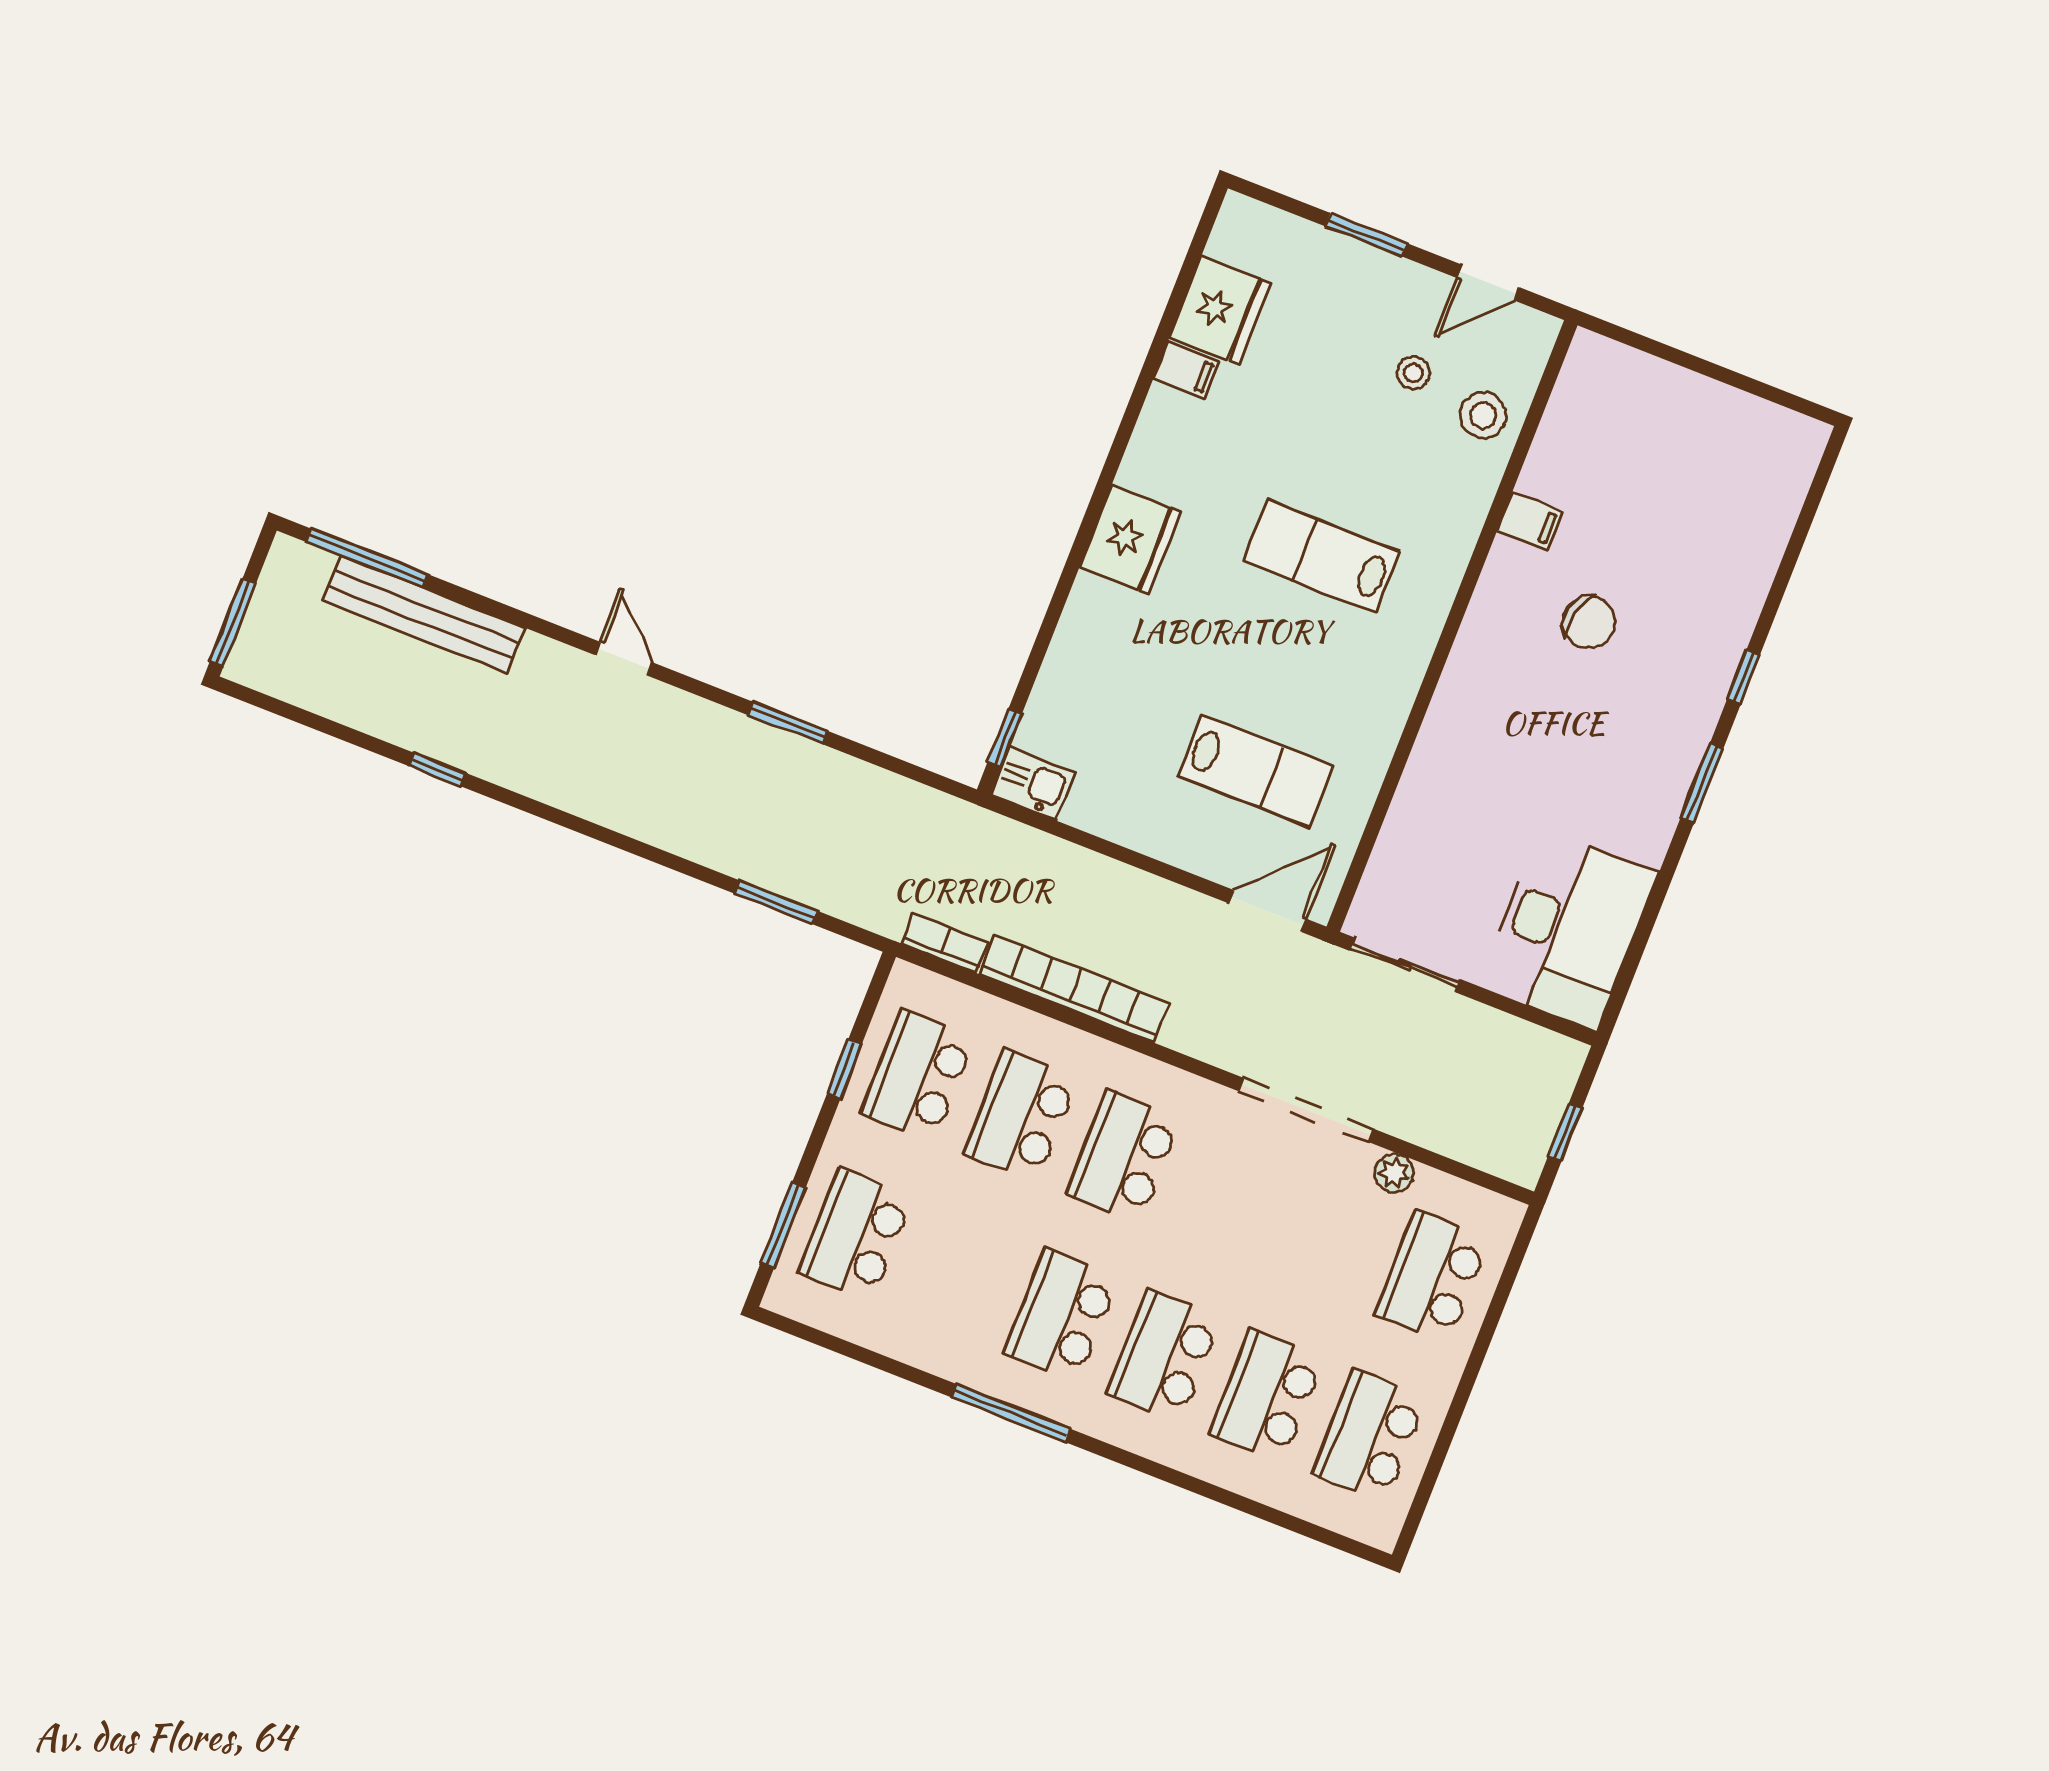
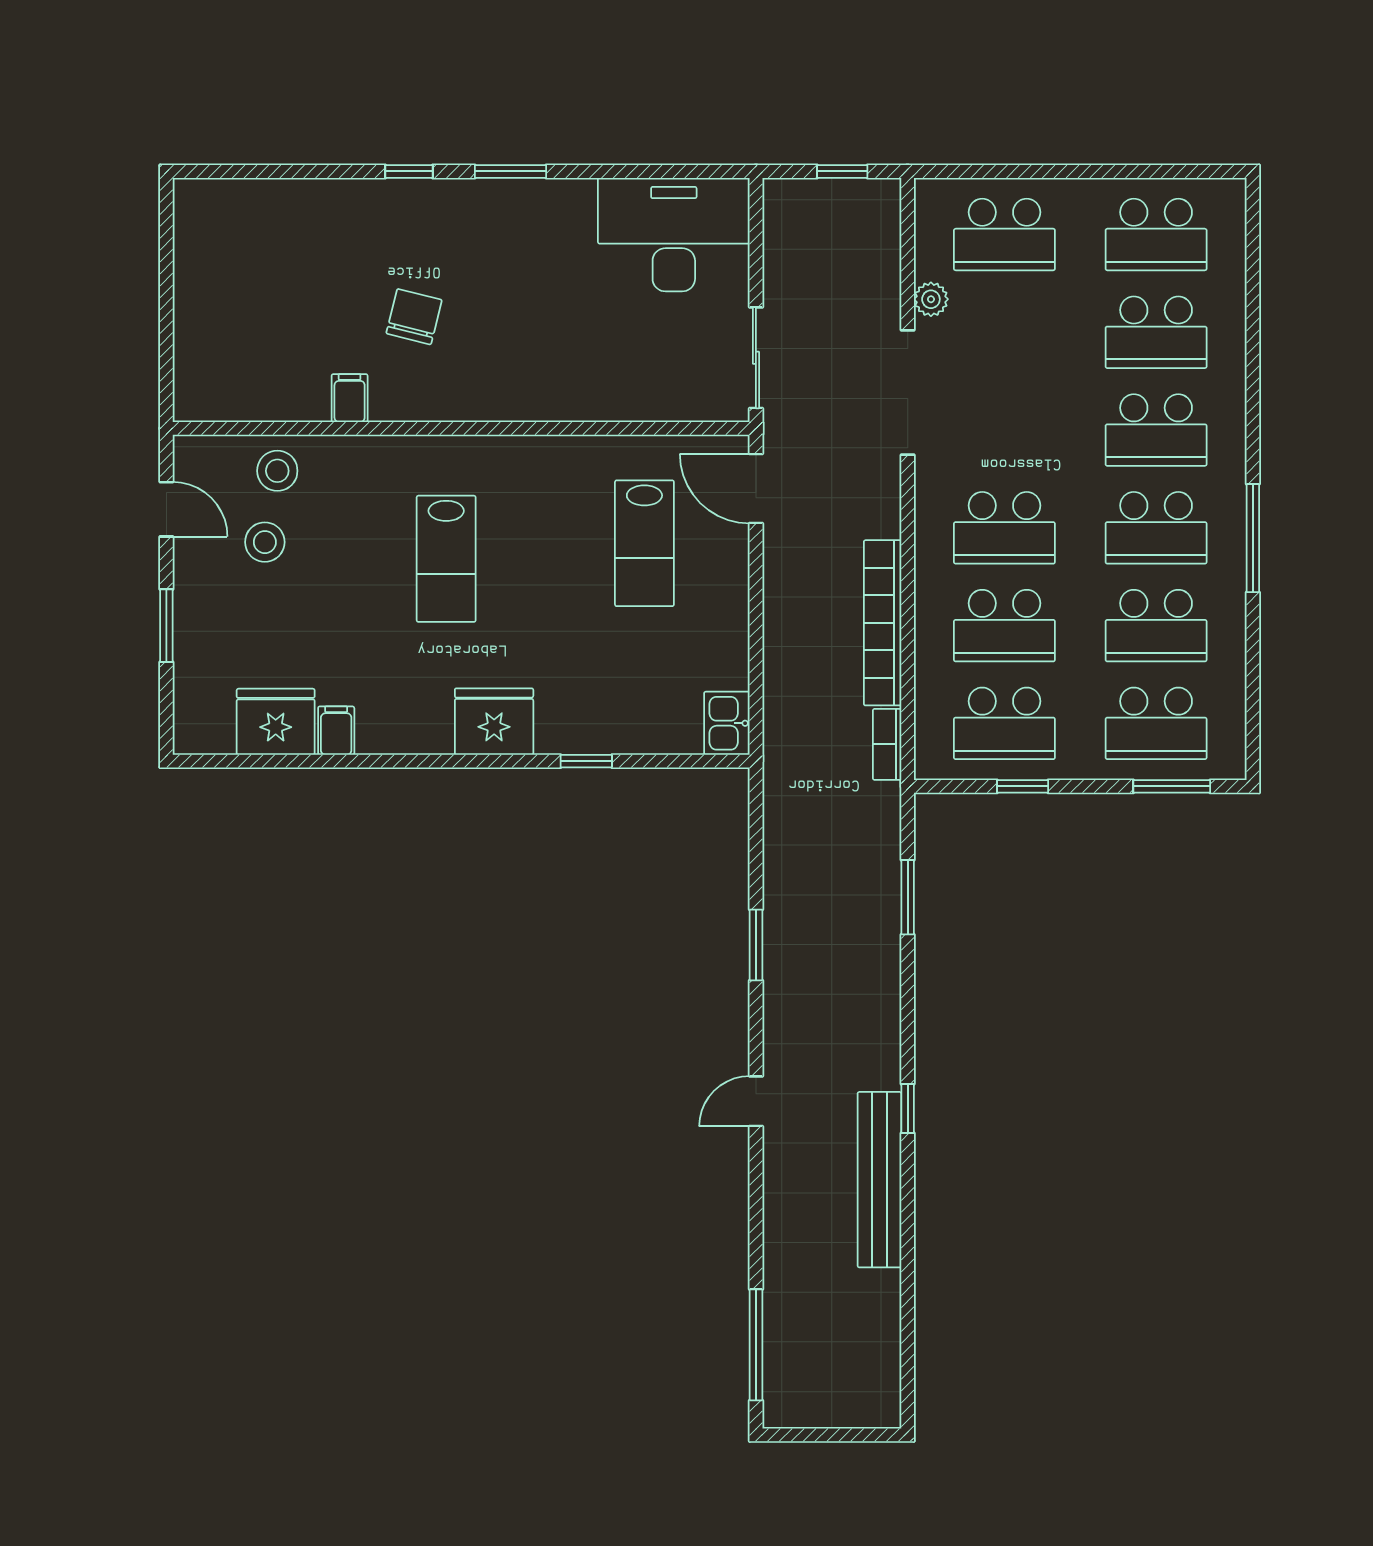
stool: (1413, 373) -> (265, 542), width x1.37, depth x1.37
bench: (424, 614) -> (879, 1180), moved
window: (233, 622) -> (852, 1435), removed
window: (1005, 738) -> (586, 761), moved
window: (437, 770) -> (908, 1108), moved
lab bench: (1256, 771) -> (644, 543), turned 180
school desk: (959, 1275) -> (1156, 626), added

